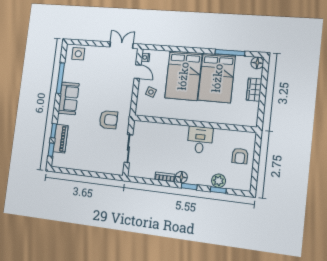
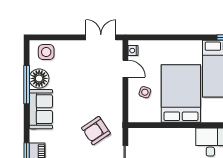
floor lamp: (70, 74) -> (39, 78), added
bed: (183, 76) -> (181, 93), moved, turned 180
armchair: (108, 120) -> (96, 131), turned 146

